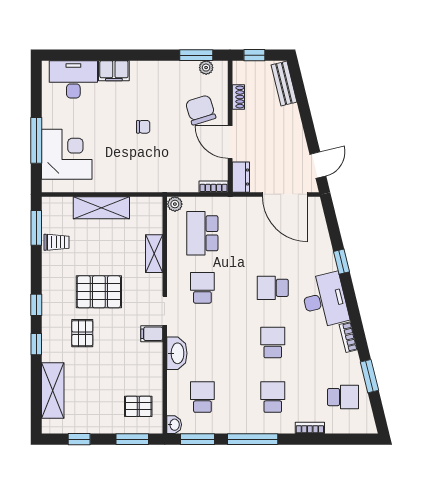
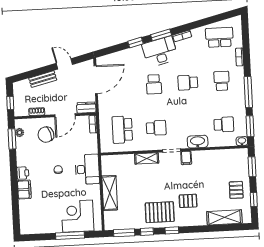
printer: (141, 70) -> (23, 173), added
desk: (73, 79) -> (87, 169), moved, turned 180
bench: (284, 84) -> (43, 79), moved
door: (318, 165) -> (64, 64), moved
plant: (175, 204) -> (105, 148), removed
school desk: (202, 233) -> (122, 130), turned 90
trolley: (57, 242) -> (133, 220), removed
shelving: (154, 254) -> (147, 158), moved
school desk: (202, 288) -> (156, 128), turned 180
pallet: (99, 292) -> (160, 212), moved, turned 90
window: (36, 344) -> (147, 232), moved
window: (369, 376) -> (161, 35), moved
school desk: (202, 397) -> (224, 124), turned 180
school desk: (273, 397) -> (222, 81), turned 90
school desk: (343, 397) -> (219, 37), width x1.85
pallet: (138, 406) -> (236, 190), moved

